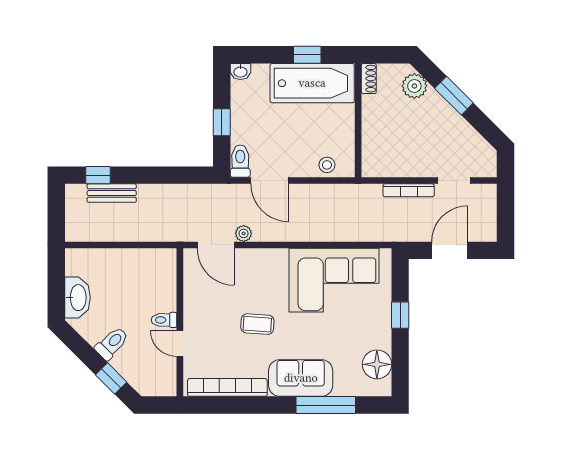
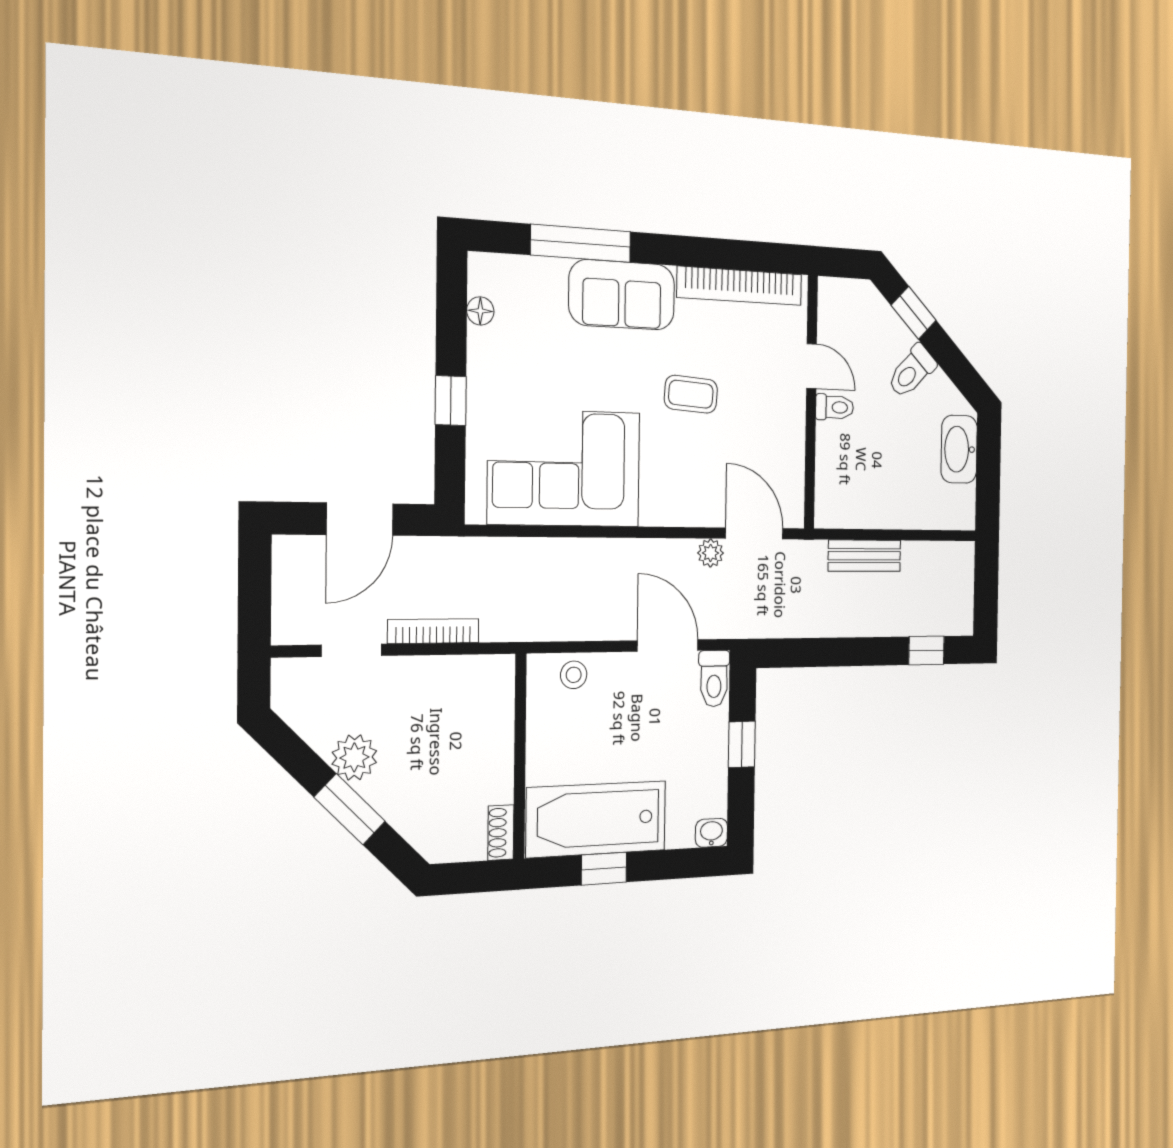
plant: (414, 86) -> (354, 757), moved
bench: (112, 193) -> (864, 556), moved
floor lamp: (377, 364) -> (480, 311), width x0.53, depth x0.53

